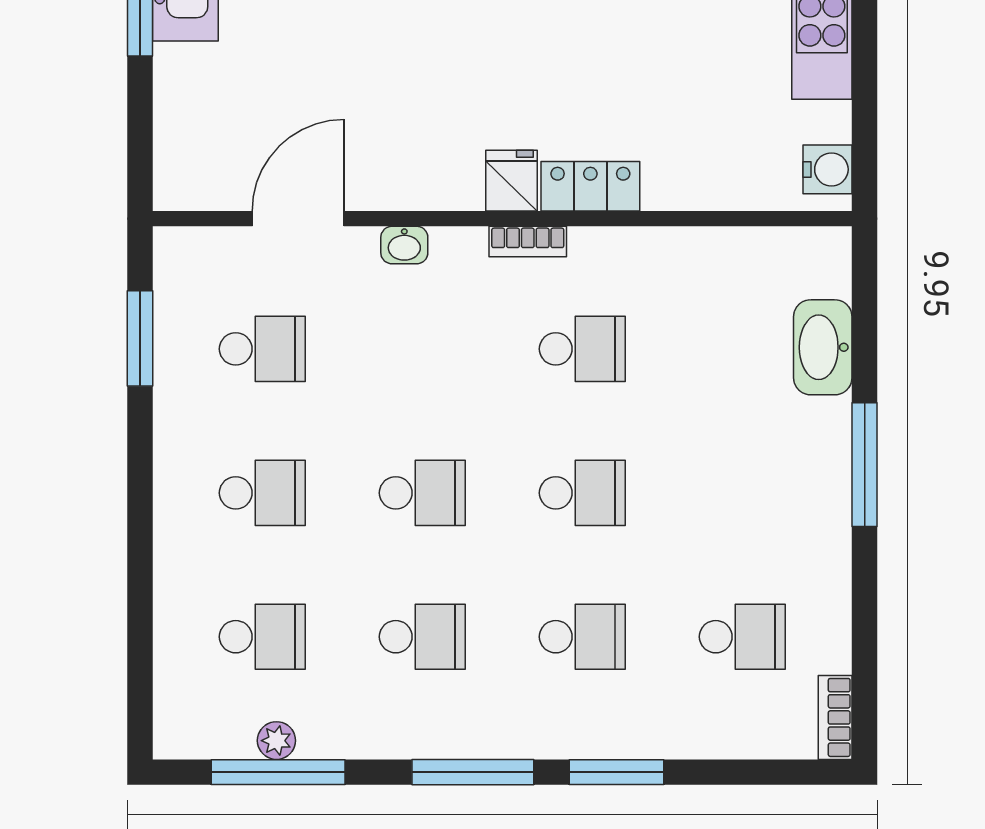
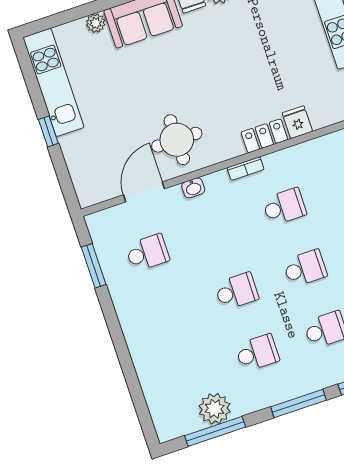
round table: (404, 132) -> (177, 140), added
fridge: (512, 181) -> (297, 122), moved
school desk: (262, 493) -> (168, 314), removed
school desk: (262, 637) -> (189, 376), removed
plant: (276, 741) -> (215, 409), width x1.88, depth x1.88

